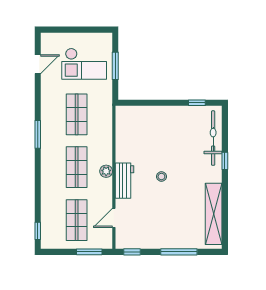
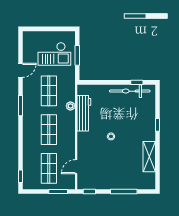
door: (38, 64) -> (20, 70), moved
bicycle: (213, 138) -> (130, 91), moved, turned -90
plant: (106, 171) -> (70, 106), moved
workbench: (124, 181) -> (84, 113), moved, width x1.37
shelving: (214, 214) -> (149, 157), width x0.68

